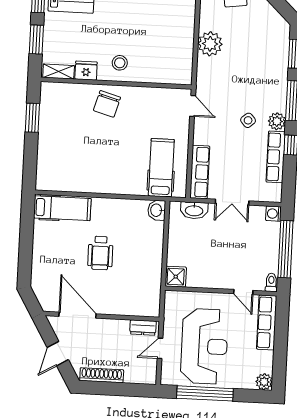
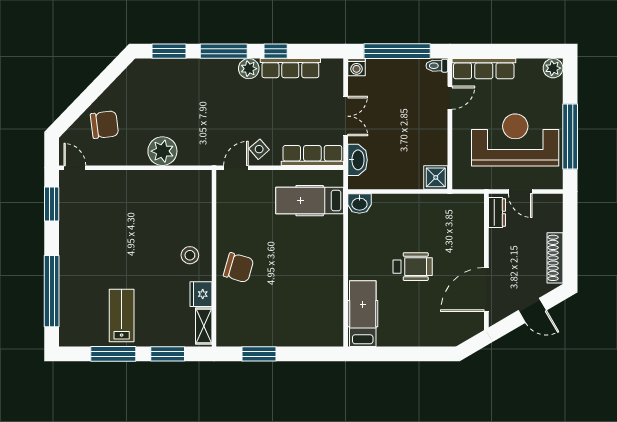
side table: (248, 120) -> (259, 149), moved

